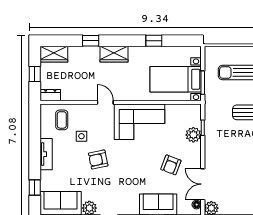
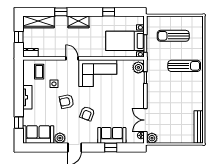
wardrobe: (54, 54) -> (38, 22), width x1.50
plant: (193, 135) -> (138, 67), moved
armchair: (171, 165) -> (87, 114), moved

